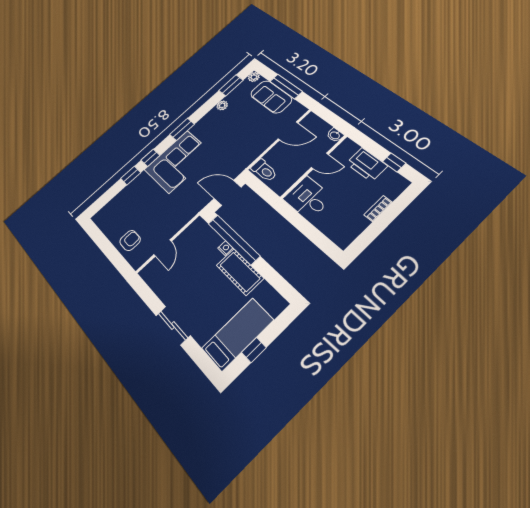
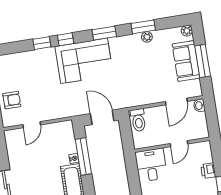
window: (231, 85) -> (143, 27), moved
door: (288, 131) -> (176, 101), hinge flipped
washbasin: (335, 135) -> (199, 106), moved
door: (320, 161) -> (179, 144), hinge flipped
printer: (367, 165) -> (208, 171), width x0.53, depth x0.68
window: (234, 239) -> (83, 157), width x0.68

